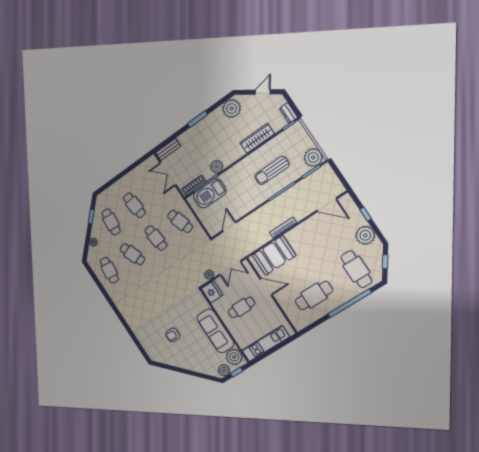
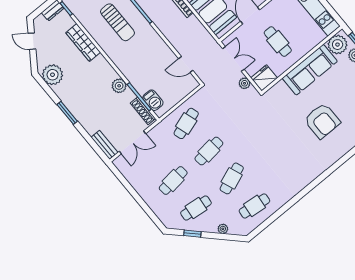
barbecue: (210, 193) -> (153, 100), width x0.53, depth x0.65
armchair: (173, 335) -> (322, 121), width x1.88, depth x1.88

